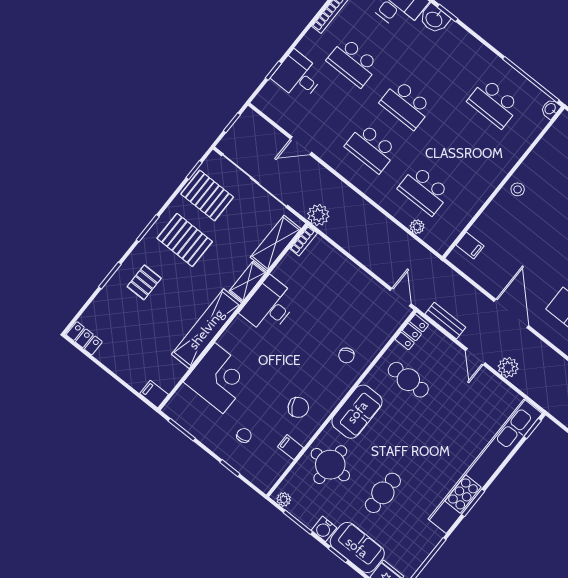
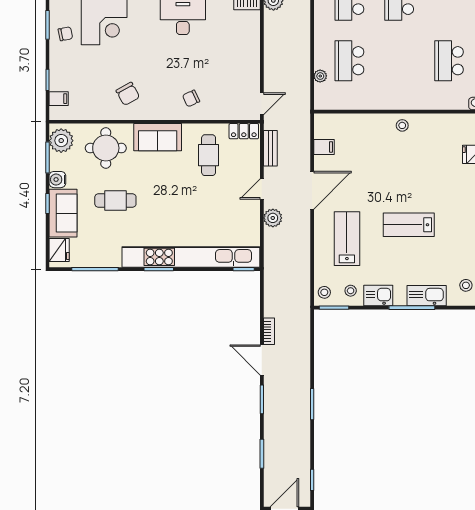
filing cabinet: (470, 245) -> (324, 147), moved, turned -90
chair: (244, 435) -> (65, 34), moved
filing cabinet: (291, 447) -> (59, 99), moved, turned 90
plant: (284, 499) -> (61, 141), width x1.88, depth x1.88

